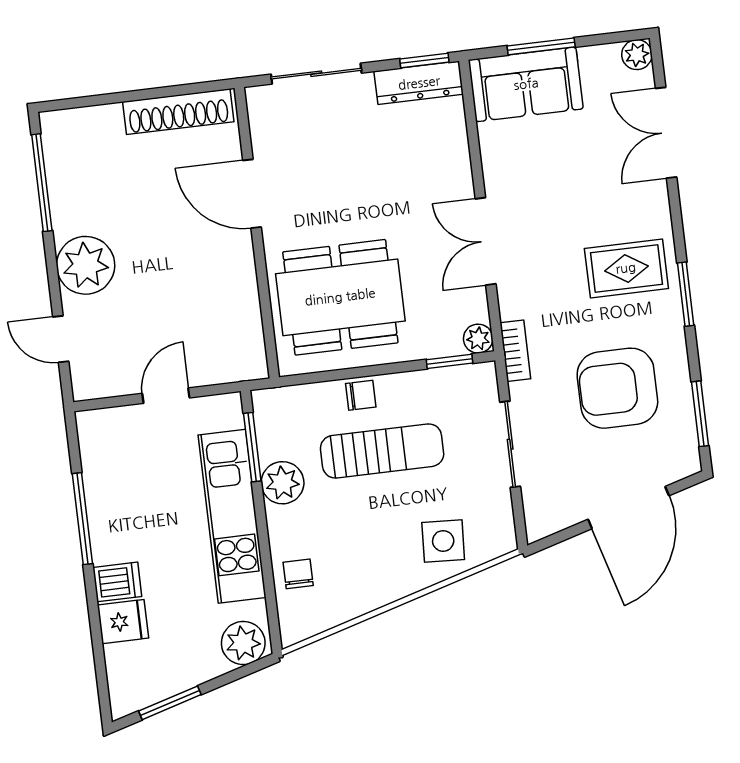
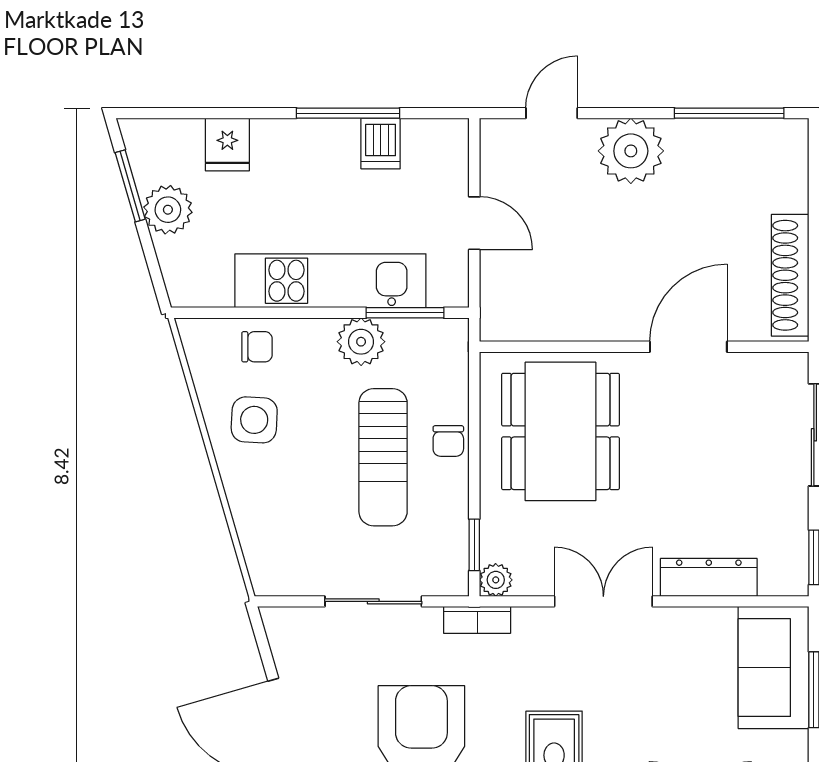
dresser: (419, 83) -> (709, 577), moved, turned 90
side table: (443, 541) -> (254, 420), moved
dishwasher: (117, 582) -> (381, 144), moved
plant: (243, 643) -> (168, 210), moved

